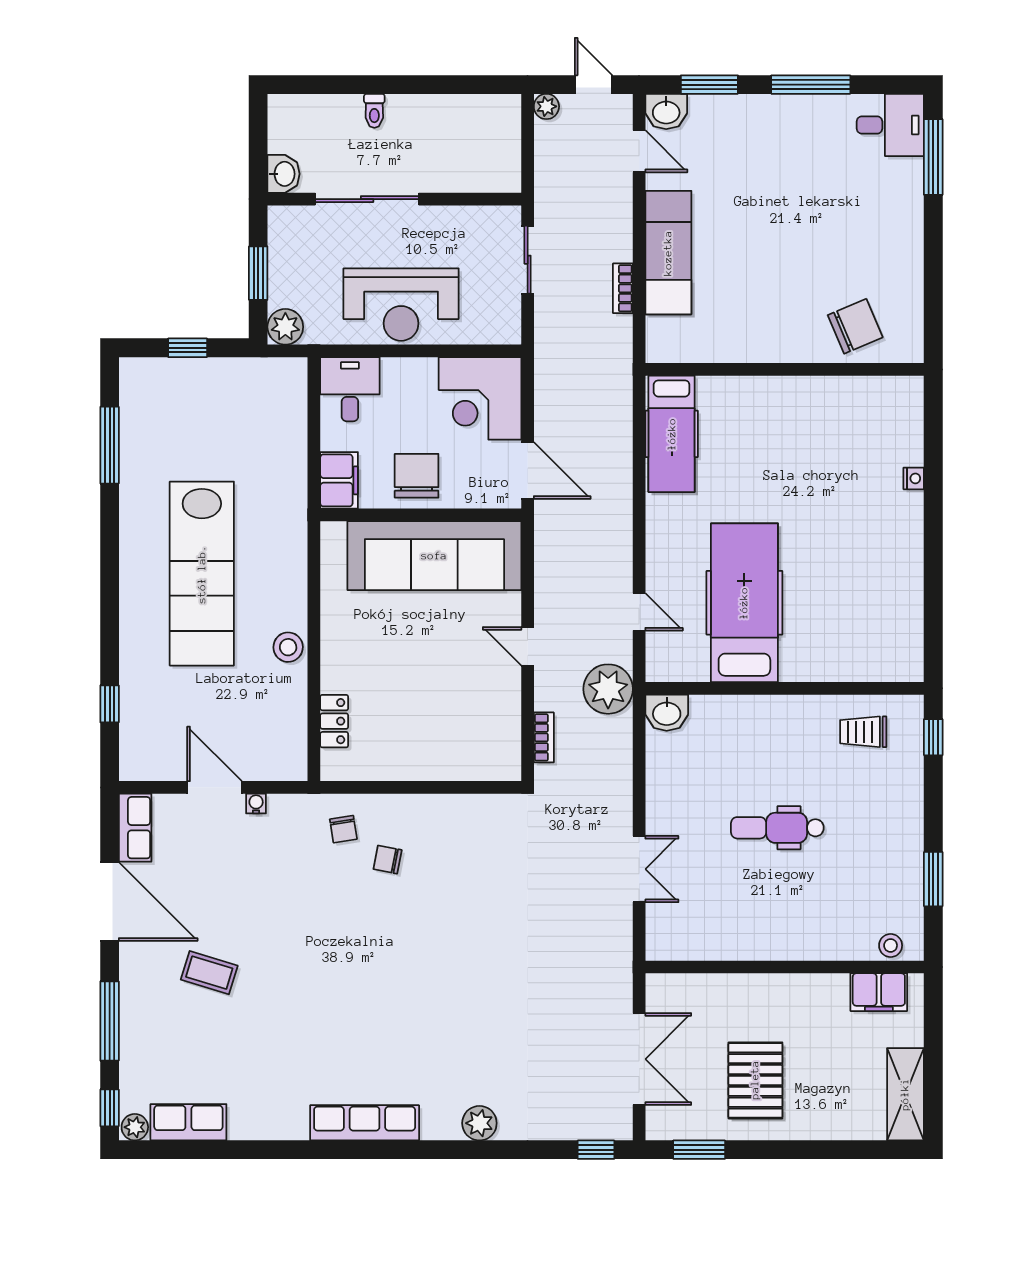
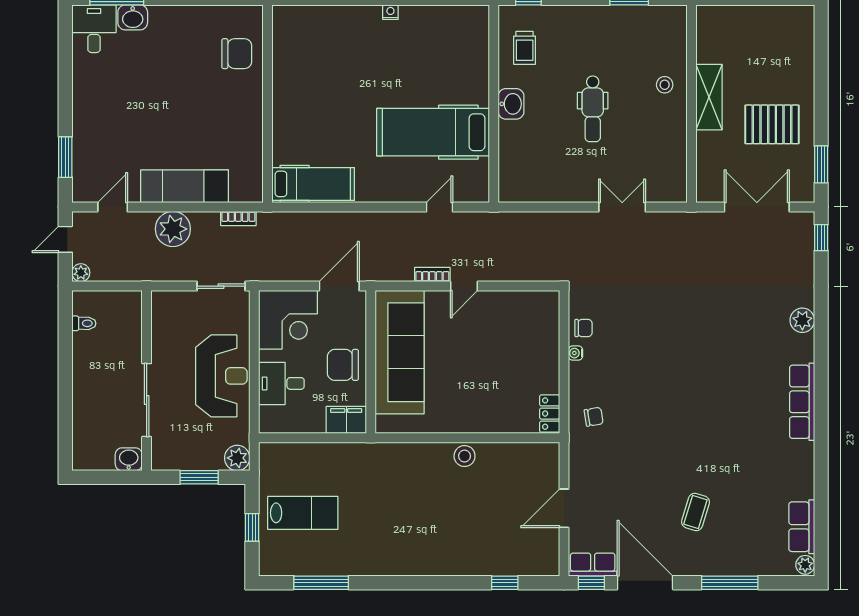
window: (811, 85) -> (65, 85), removed
toilet: (374, 111) -> (84, 323), moved
washbasin: (666, 112) -> (133, 17), moved, turned 90
sliding door: (528, 260) -> (221, 286), moved
bookcase: (623, 288) -> (238, 218), moved
chair: (855, 326) -> (237, 54), turned 113
desk: (350, 389) -> (281, 383), moved
nightstand: (914, 478) -> (390, 12), moved
lab bench: (202, 574) -> (303, 513), moved, width x0.54, depth x0.72
plant: (608, 689) -> (173, 229), moved
washbasin: (667, 713) -> (511, 104), moved
locker: (334, 721) -> (550, 414), moved, turned -90
bookcase: (544, 737) -> (432, 275), moved
water cooler: (256, 804) -> (576, 353), moved
chair: (388, 860) -> (583, 328), moved, turned -101
door: (110, 902) -> (645, 583), hinge flipped
stool: (891, 945) -> (665, 85), moved
filing cabinet: (879, 992) -> (709, 37), removed
shelving: (905, 1094) -> (709, 97), moved, turned 90
window: (110, 1108) -> (591, 583), moved

